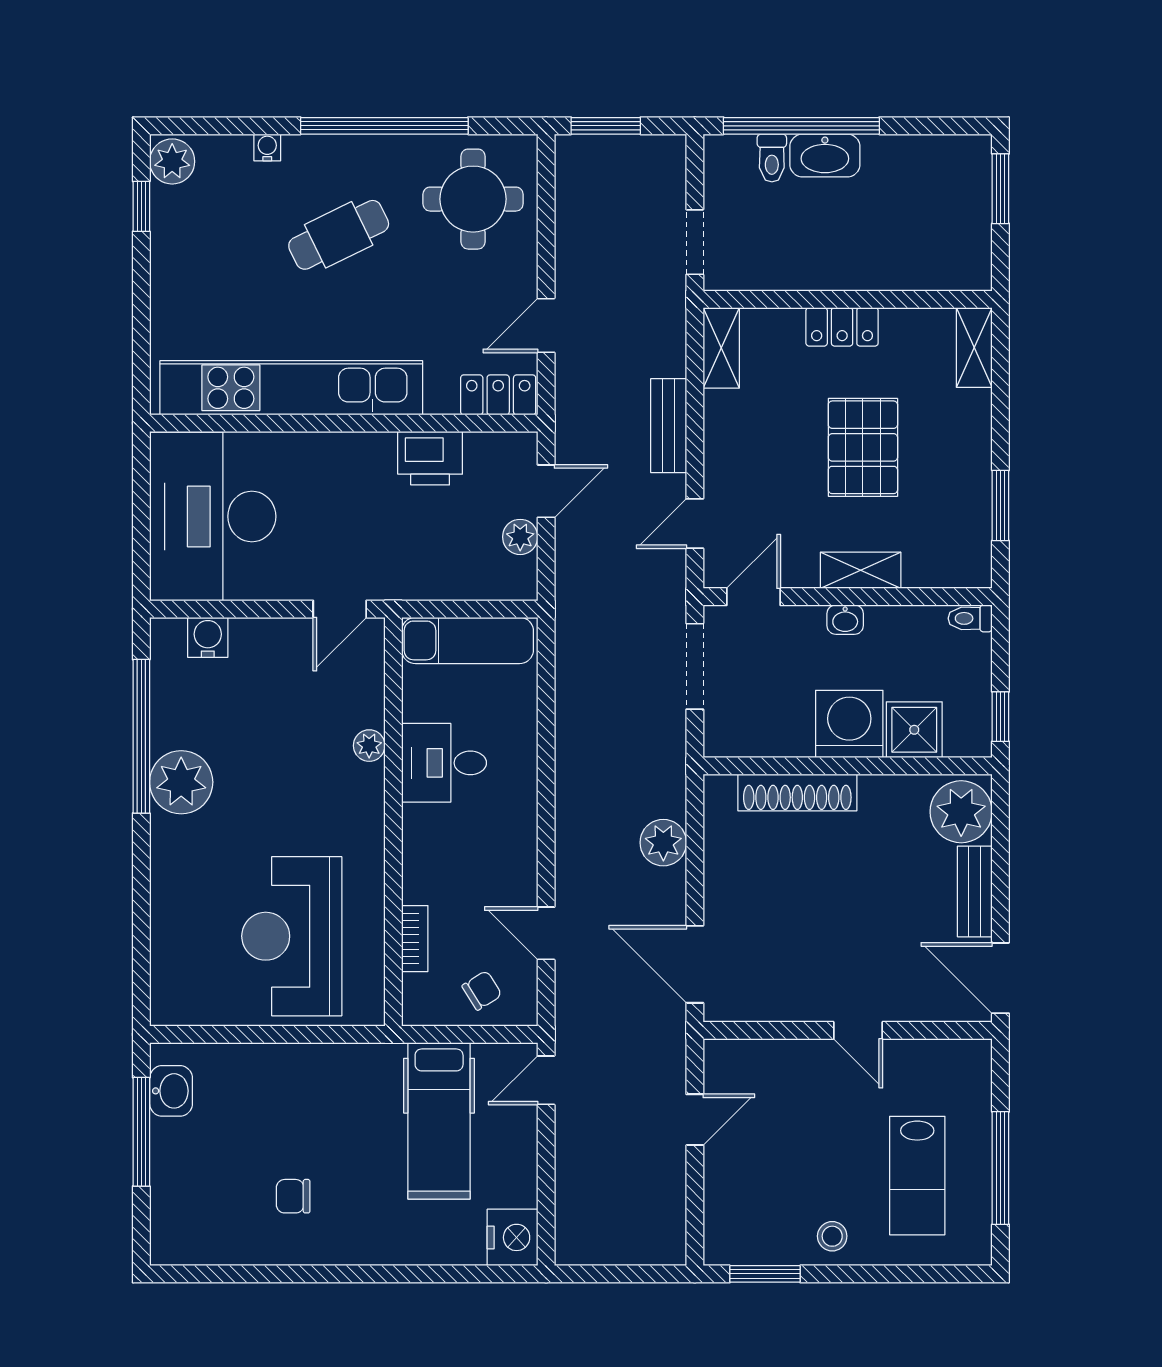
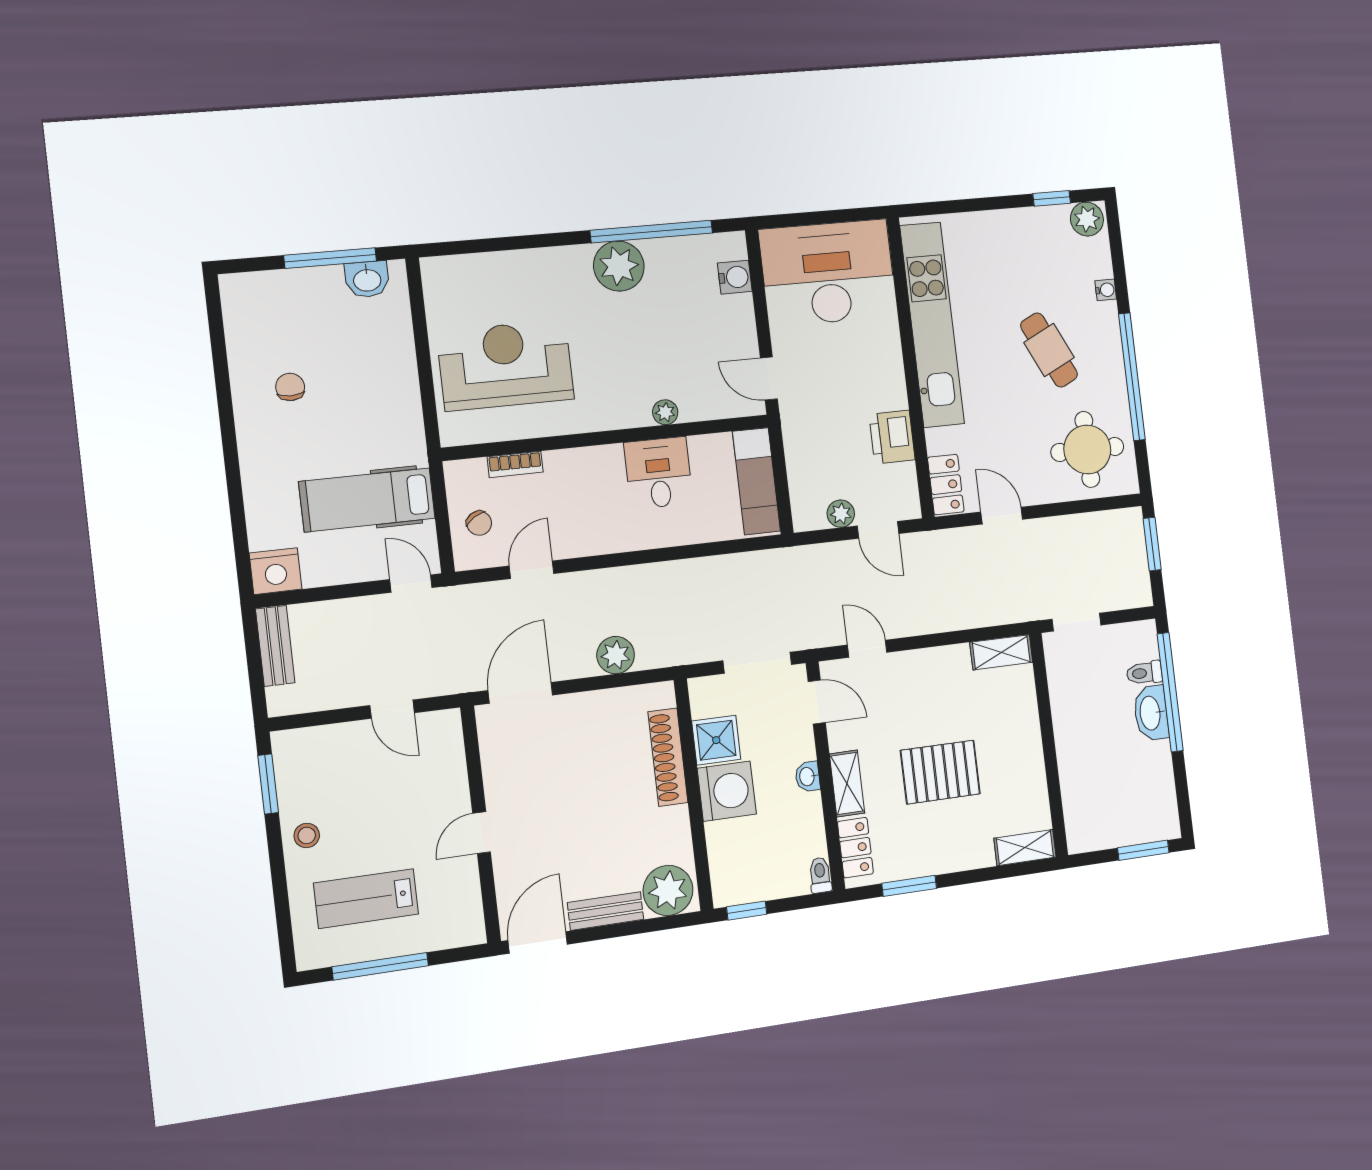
locker: (842, 327) -> (855, 848), moved, turned 180
bench: (669, 426) -> (275, 646), moved, turned 90
shower: (914, 730) -> (716, 740), moved

